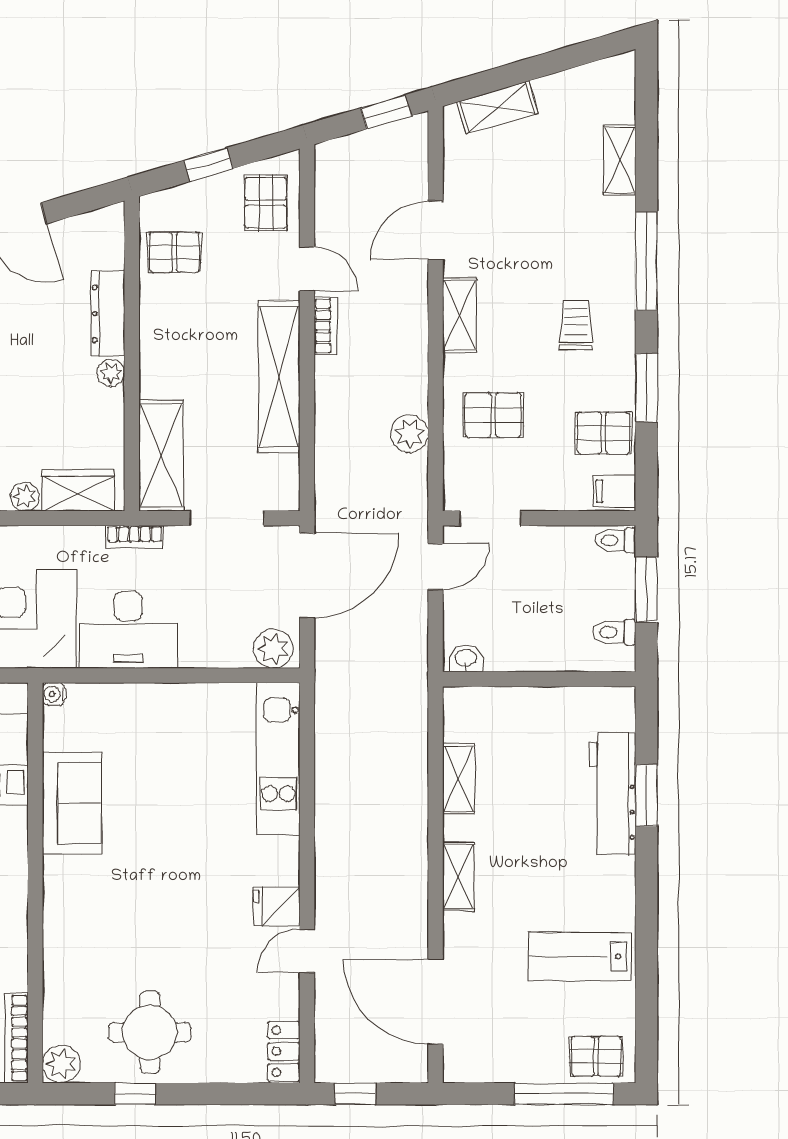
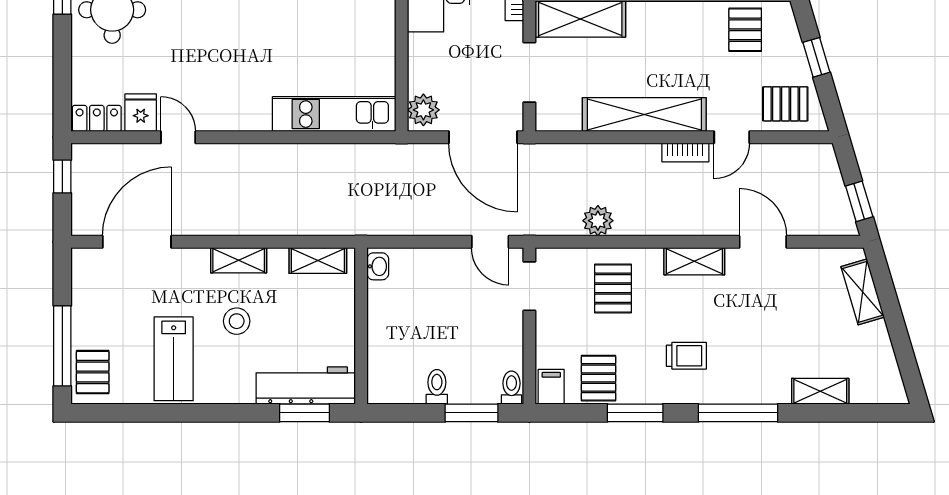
washbasin: (466, 659) -> (378, 266), moved
wall: (539, 679) -> (361, 326), moved
stool: (533, 879) -> (237, 321), added
fridge: (277, 906) -> (141, 113), moved
lab bench: (580, 957) -> (174, 359), turned 180

